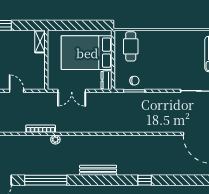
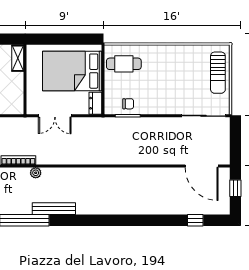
cafe table: (131, 46) -> (124, 64), turned 90
bench: (98, 170) -> (54, 209), moved
window: (145, 180) -> (195, 220), moved

